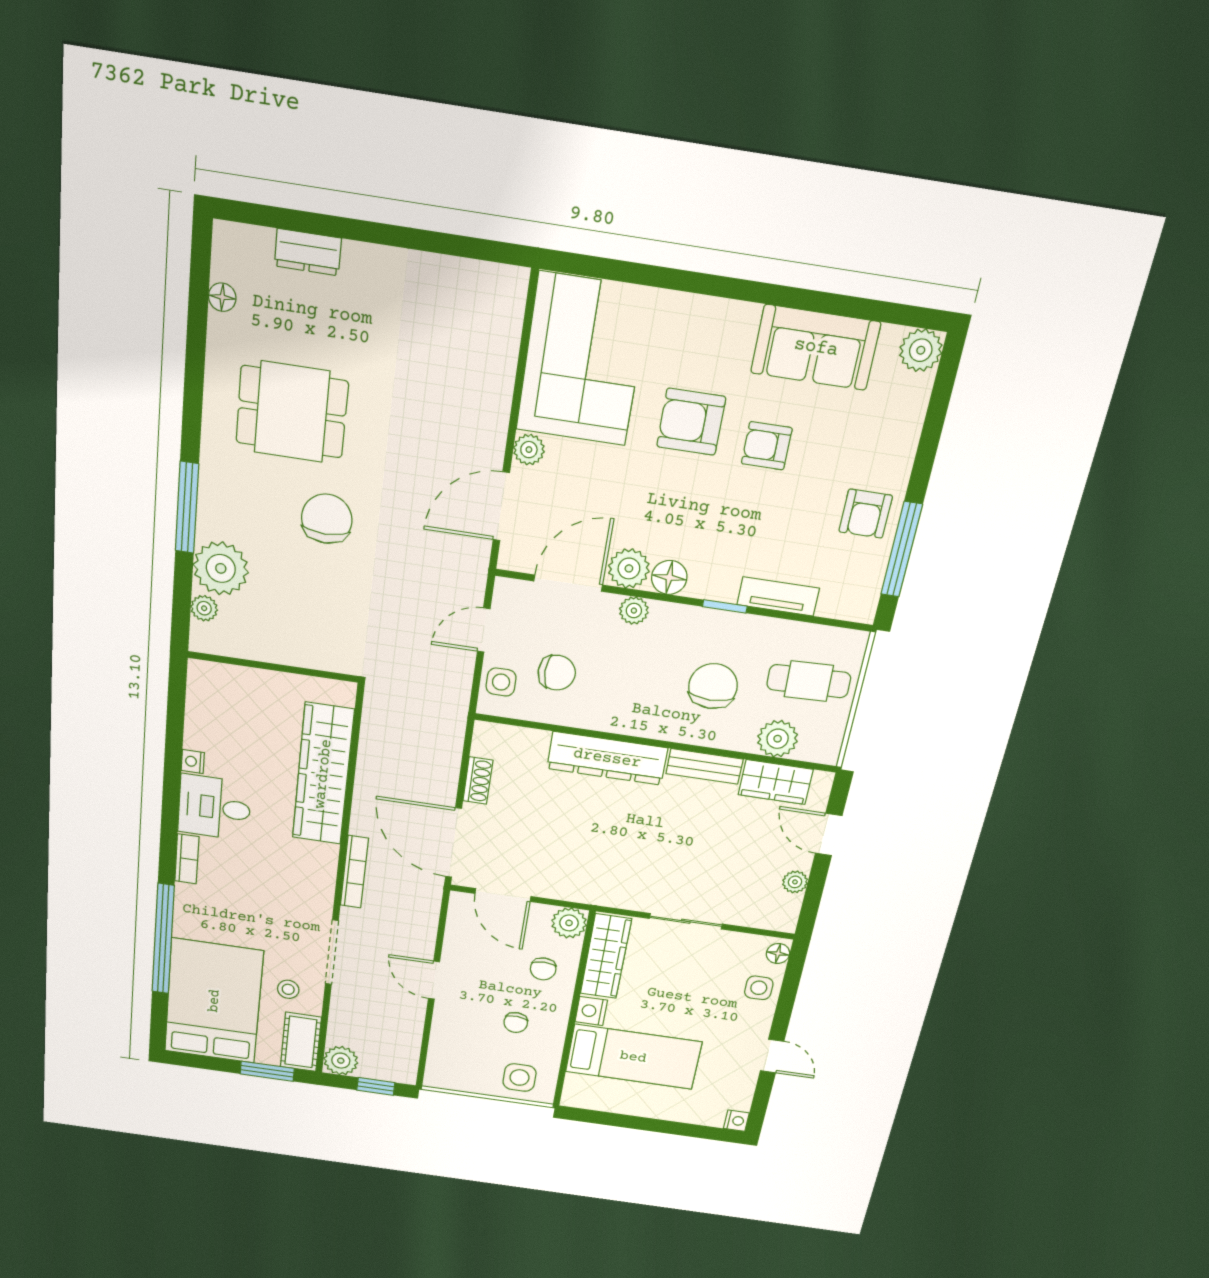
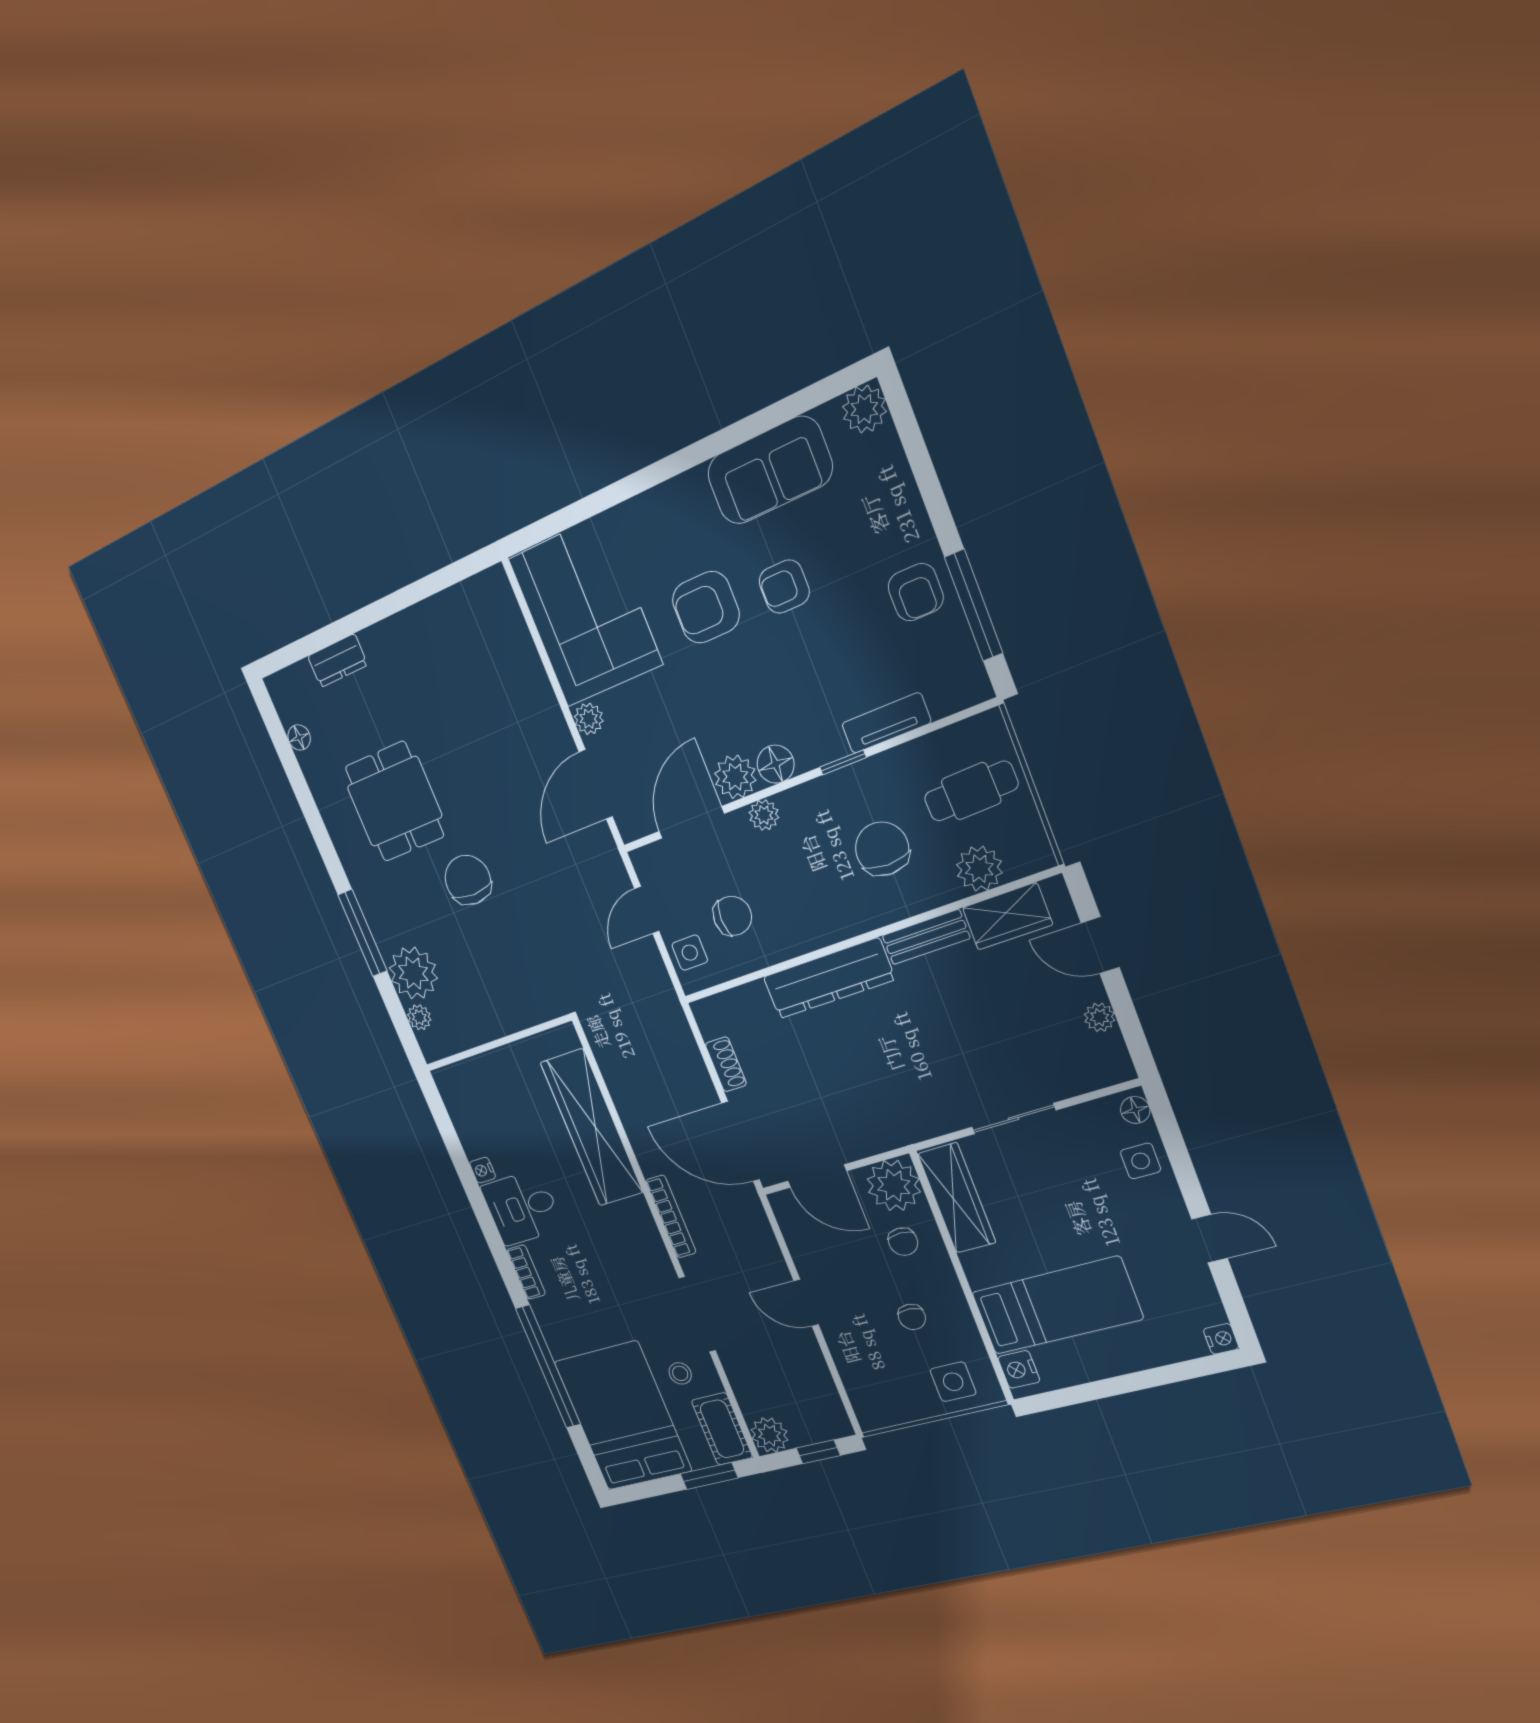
dining table: (292, 412) -> (394, 801), turned 90
plant: (569, 923) -> (894, 1186), width x1.36, depth x1.36
nightstand: (591, 1011) -> (1019, 1369), moved

